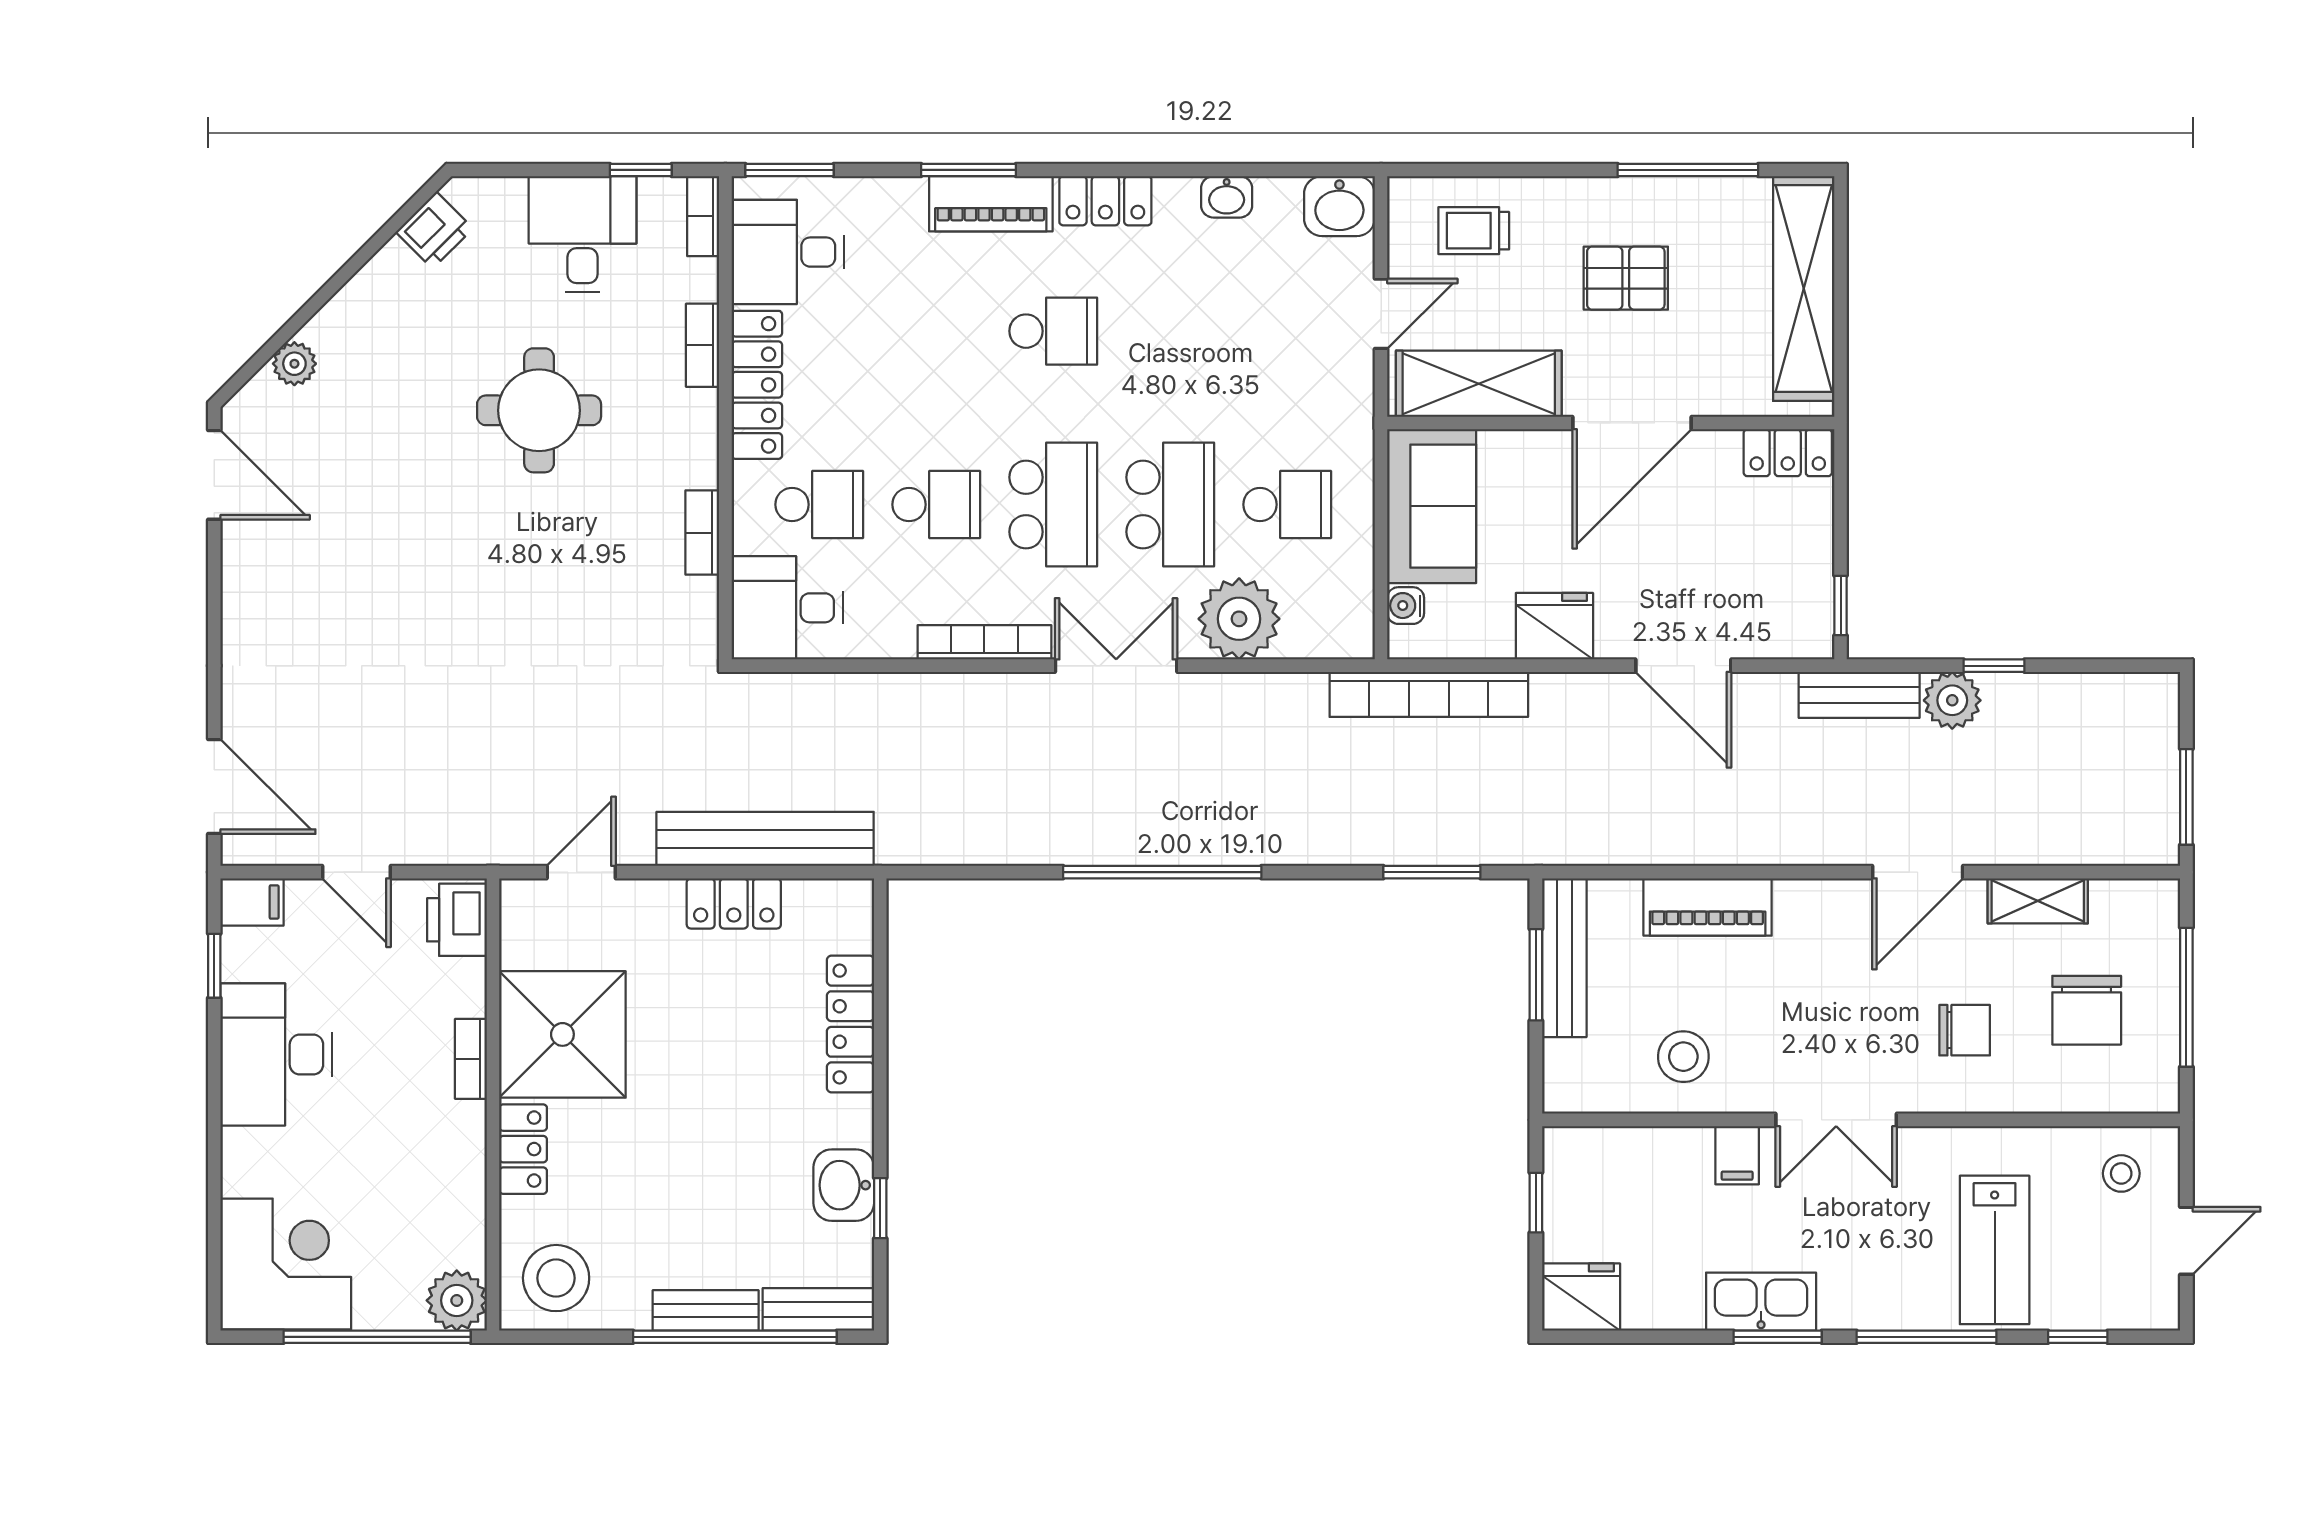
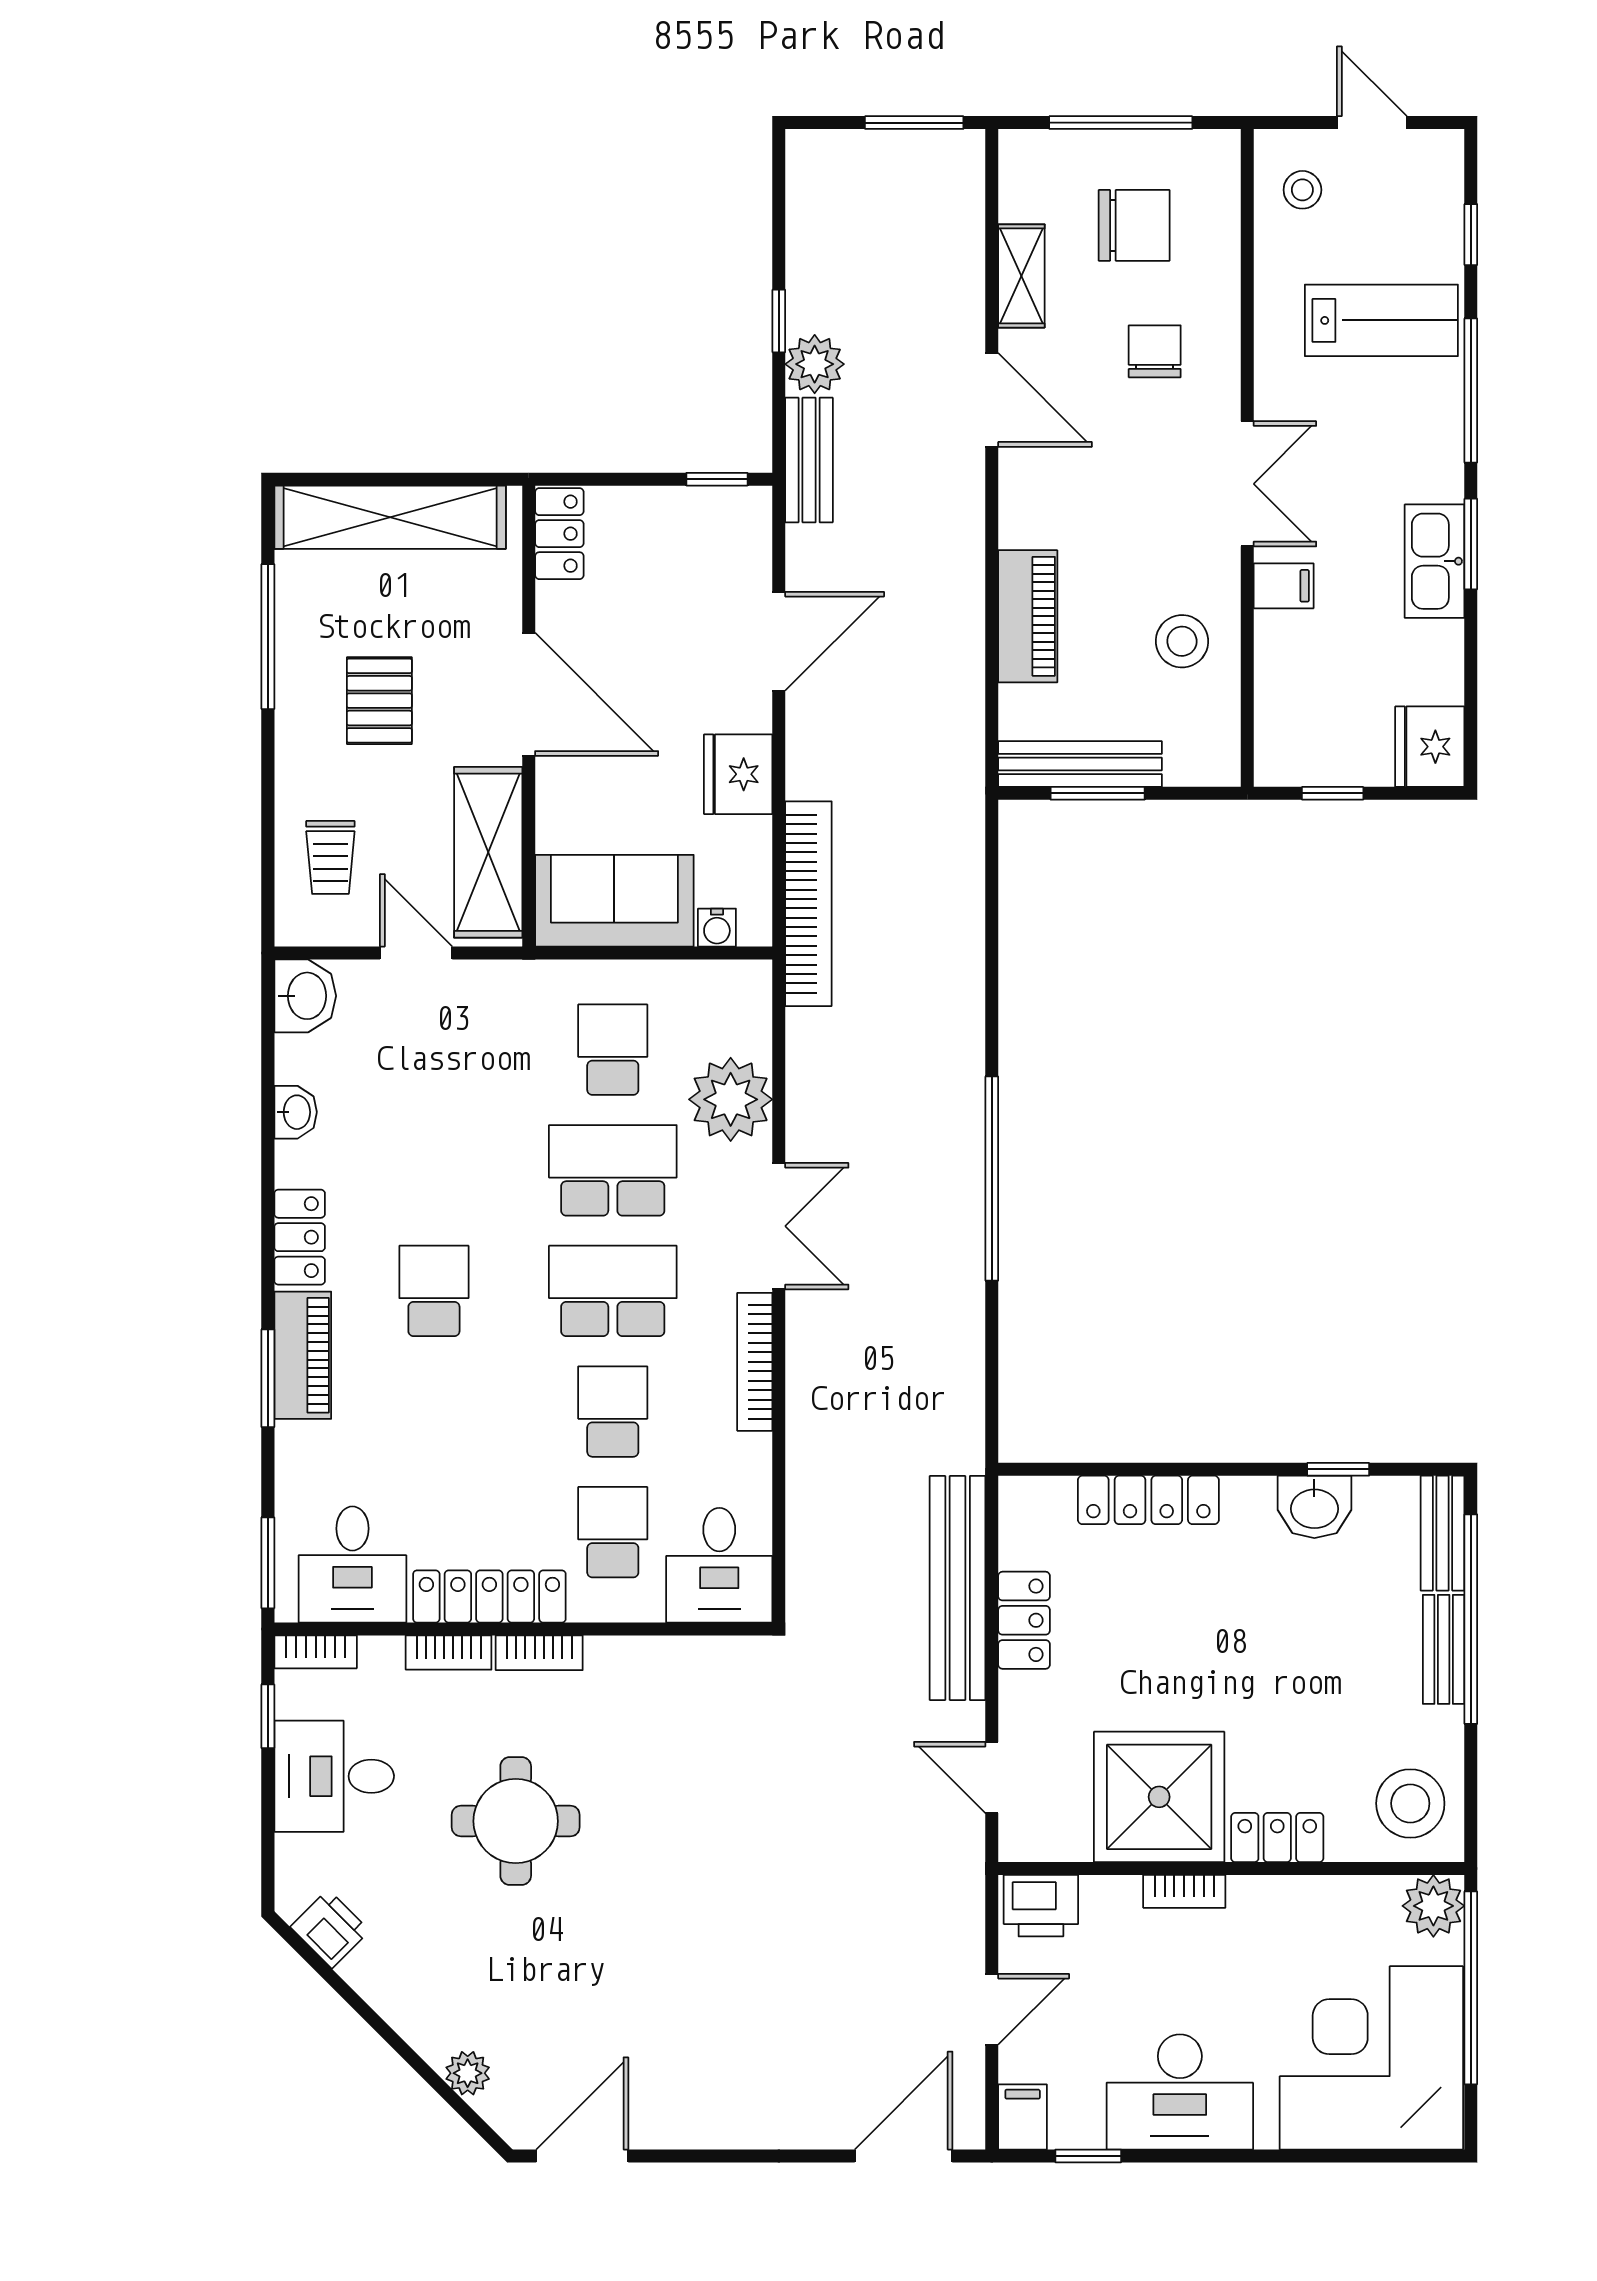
bookcase: (702, 533) -> (539, 1653), moved
double door: (1116, 666) -> (779, 1226), swing flipped
window: (1432, 872) -> (992, 901), removed
corner desk: (286, 1264) -> (1371, 2058), width x1.36, depth x1.36

